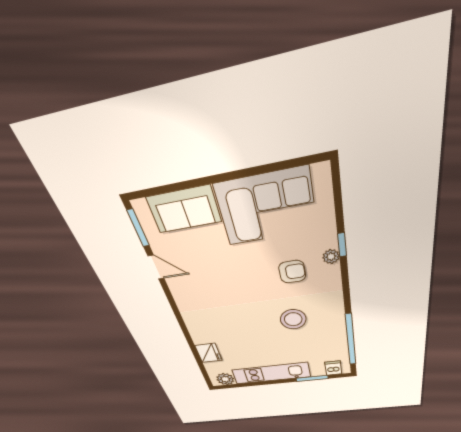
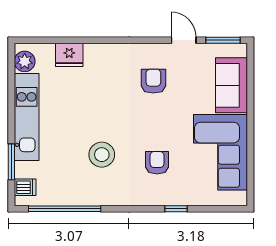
plant: (331, 257) -> (166, 198), removed
door: (156, 267) -> (184, 40), swing flipped
armchair: (292, 272) -> (157, 163), turned 180
armchair: (208, 288) -> (153, 81), added

